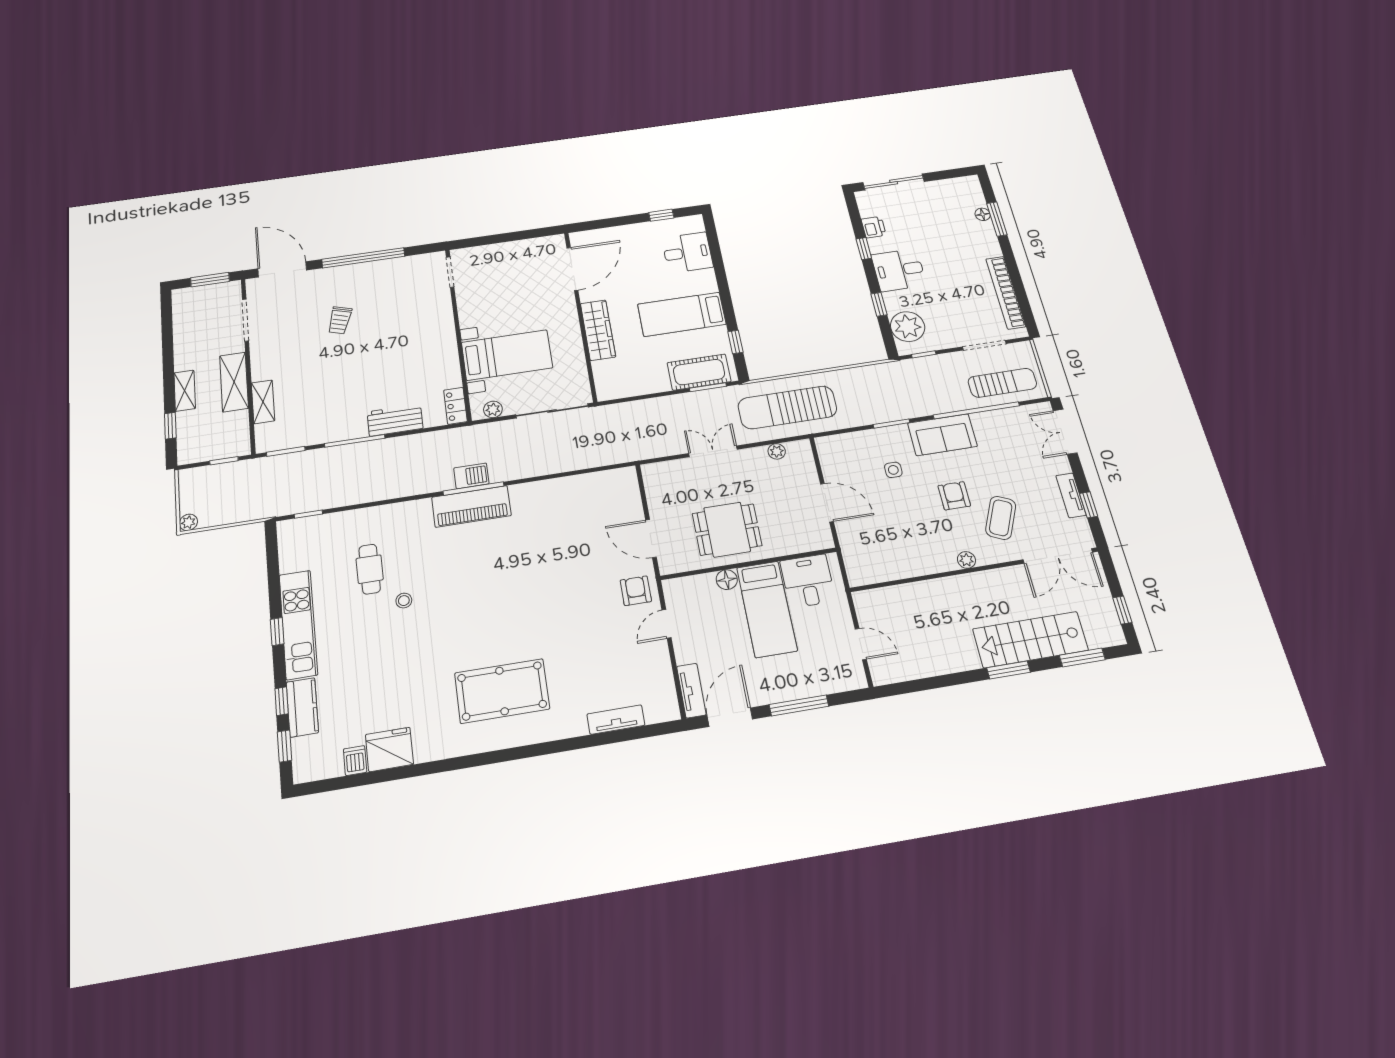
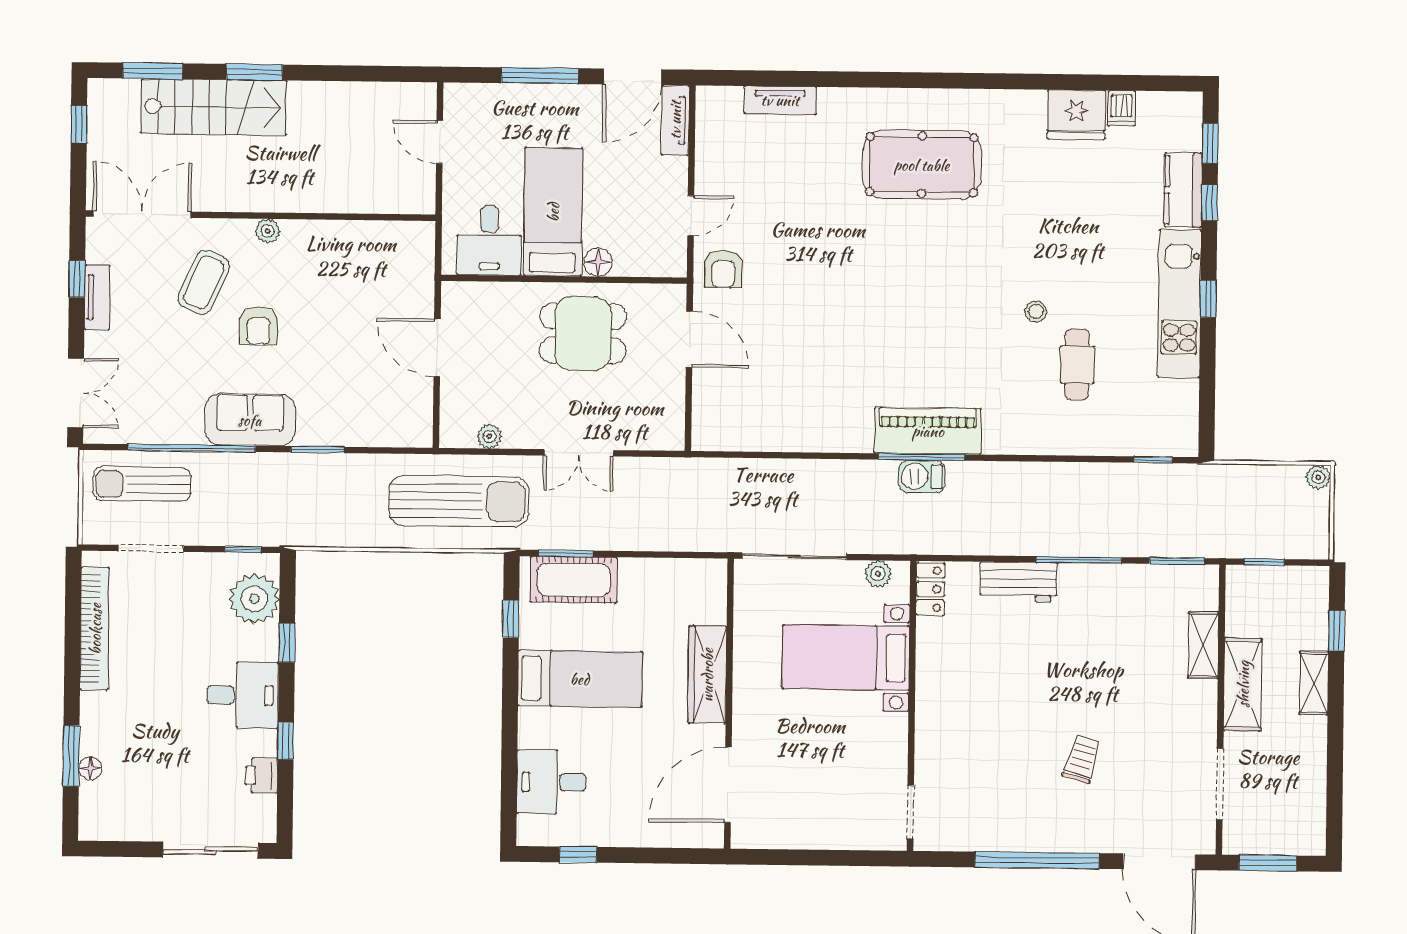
side table: (893, 470) -> (333, 379), removed

